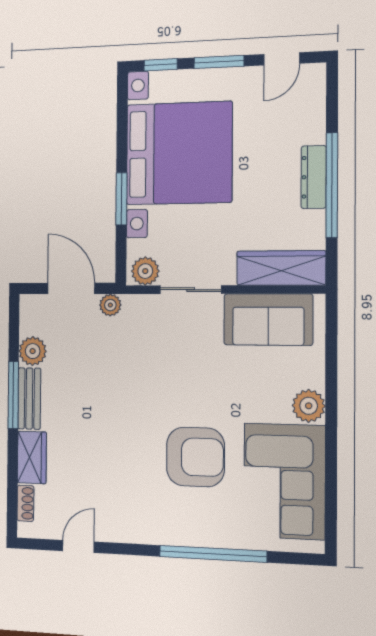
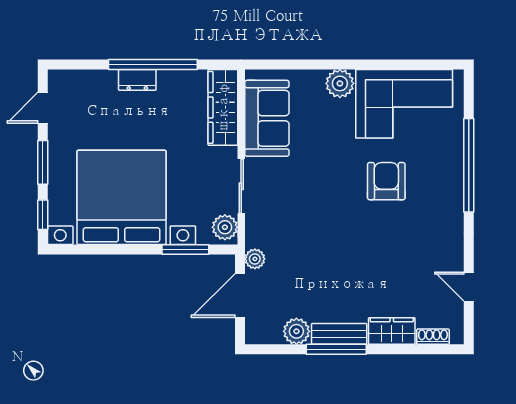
door: (282, 59) -> (43, 108), swing flipped
dresser: (314, 177) -> (137, 80), width x0.70
window: (121, 199) -> (185, 250), moved
armchair: (195, 457) -> (386, 181), width x0.73, depth x0.73

